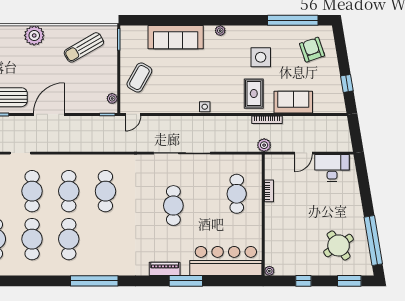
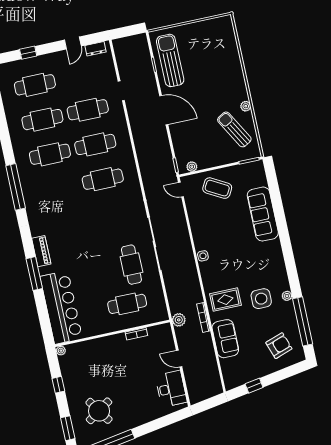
plant: (220, 31) -> (287, 296), moved
plant: (34, 35) -> (246, 106), moved, width x0.53, depth x0.53
cafe table: (173, 206) -> (131, 265), moved, turned 90

